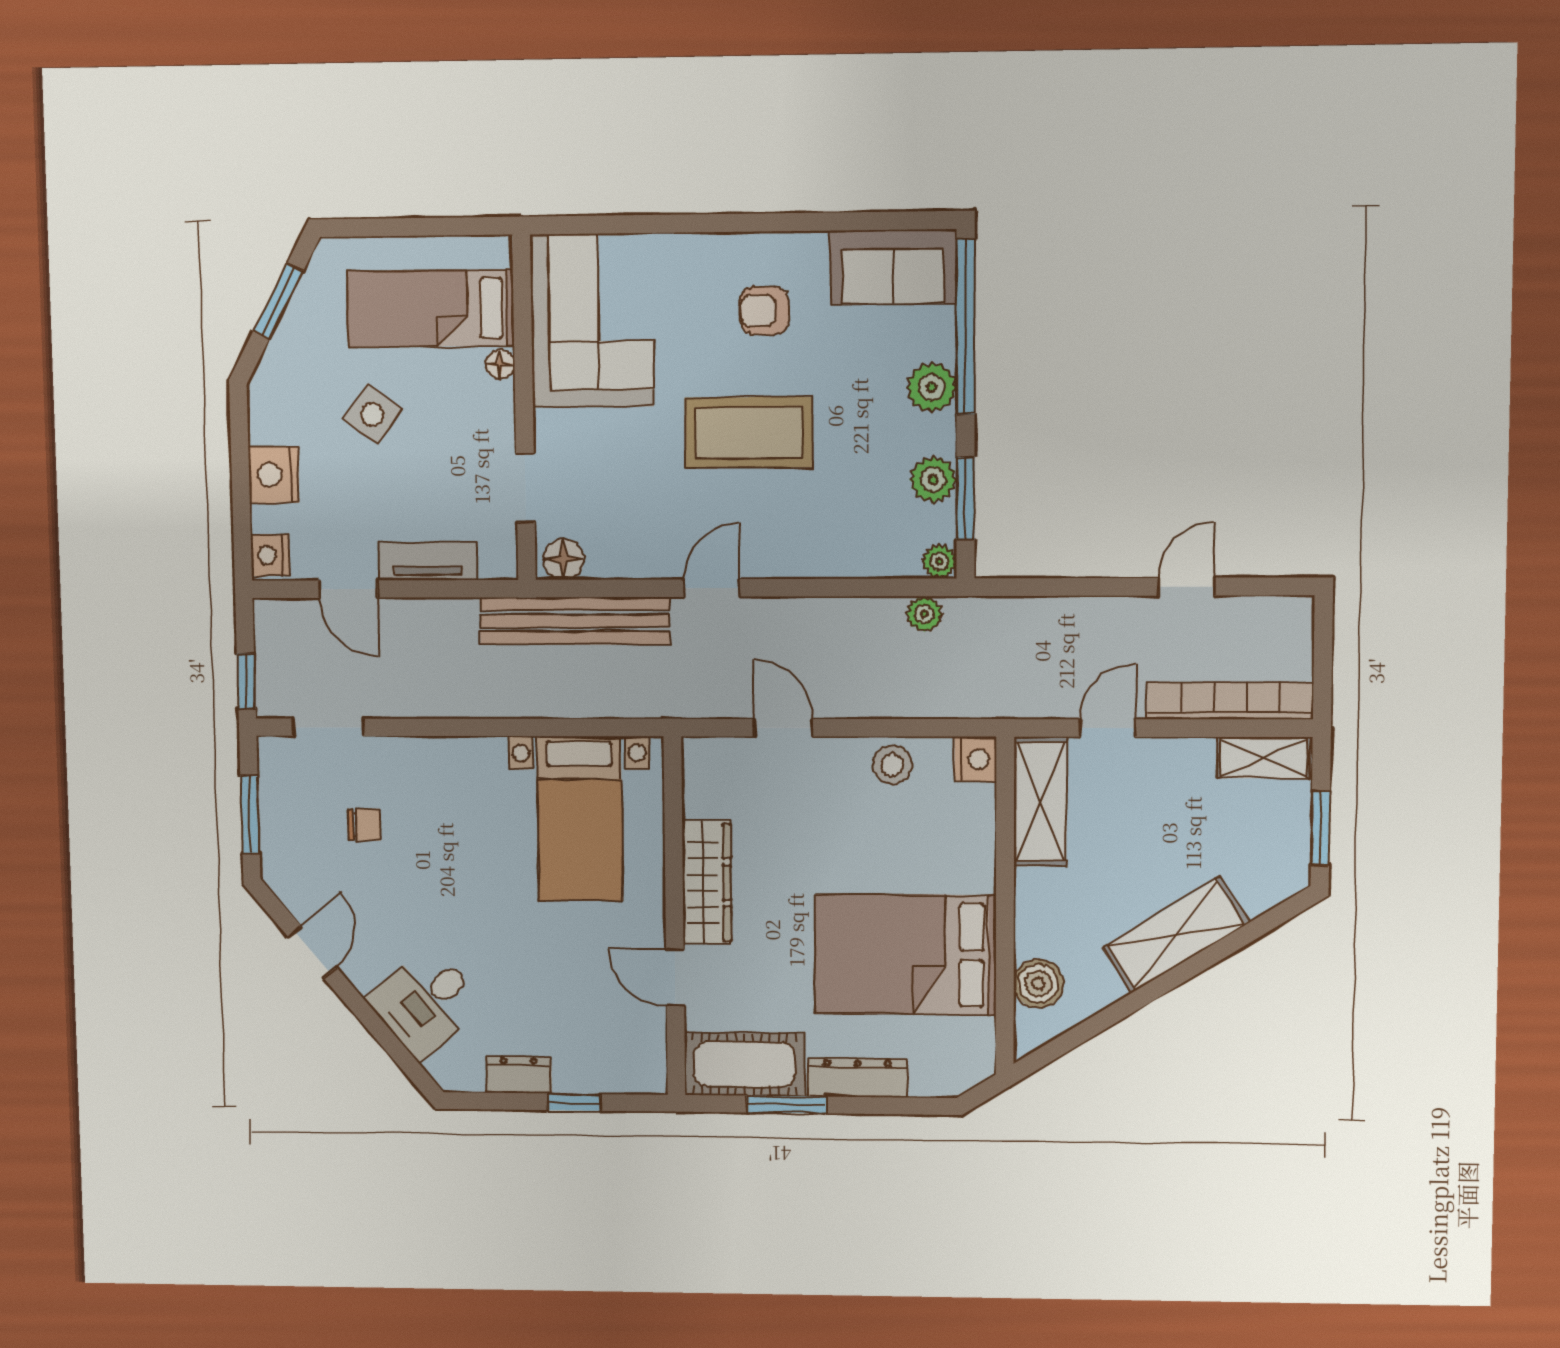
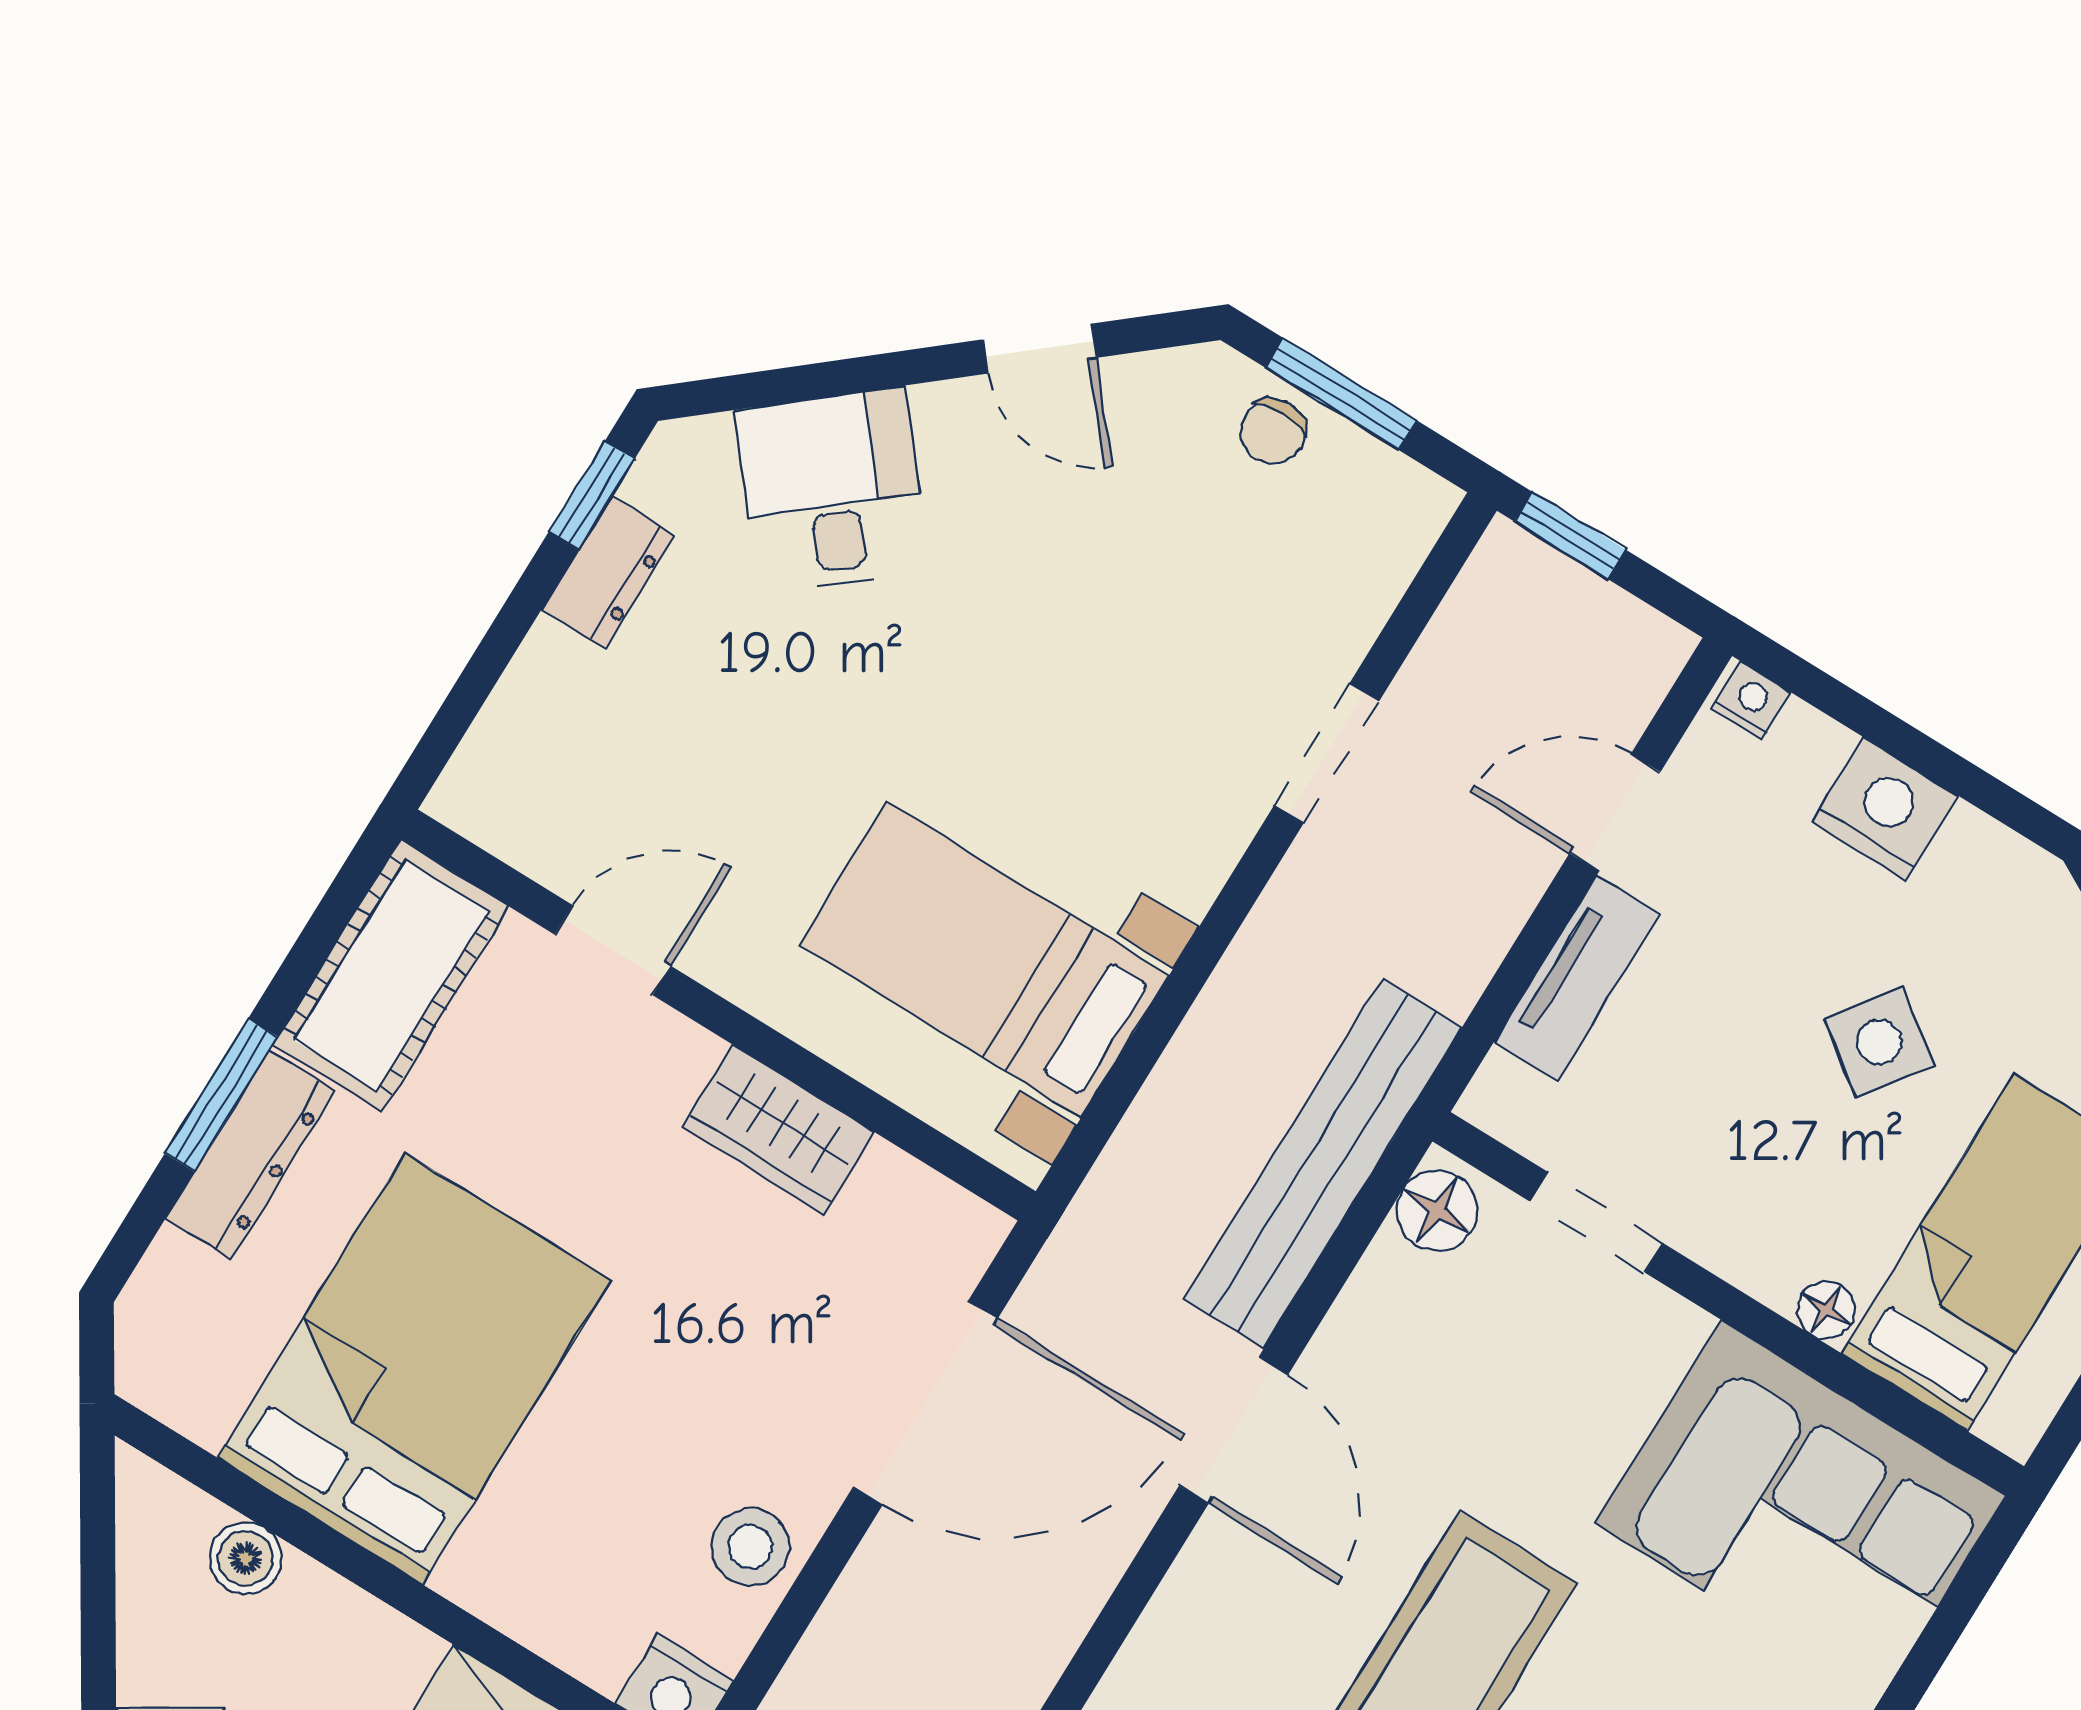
nightstand: (270, 555) -> (1751, 701), width x0.72, depth x0.74
door: (712, 588) -> (1234, 1430), width x1.38
doorway: (328, 727) -> (1327, 753), moved
door: (784, 728) -> (925, 1403), width x1.88
chair: (364, 825) -> (1273, 431), moved
wardrobe: (707, 882) -> (778, 1129), width x0.67
boiler: (1038, 984) -> (246, 1558), width x0.73, depth x0.73
window: (574, 1102) -> (592, 495), moved
window: (786, 1105) -> (221, 1095), moved

